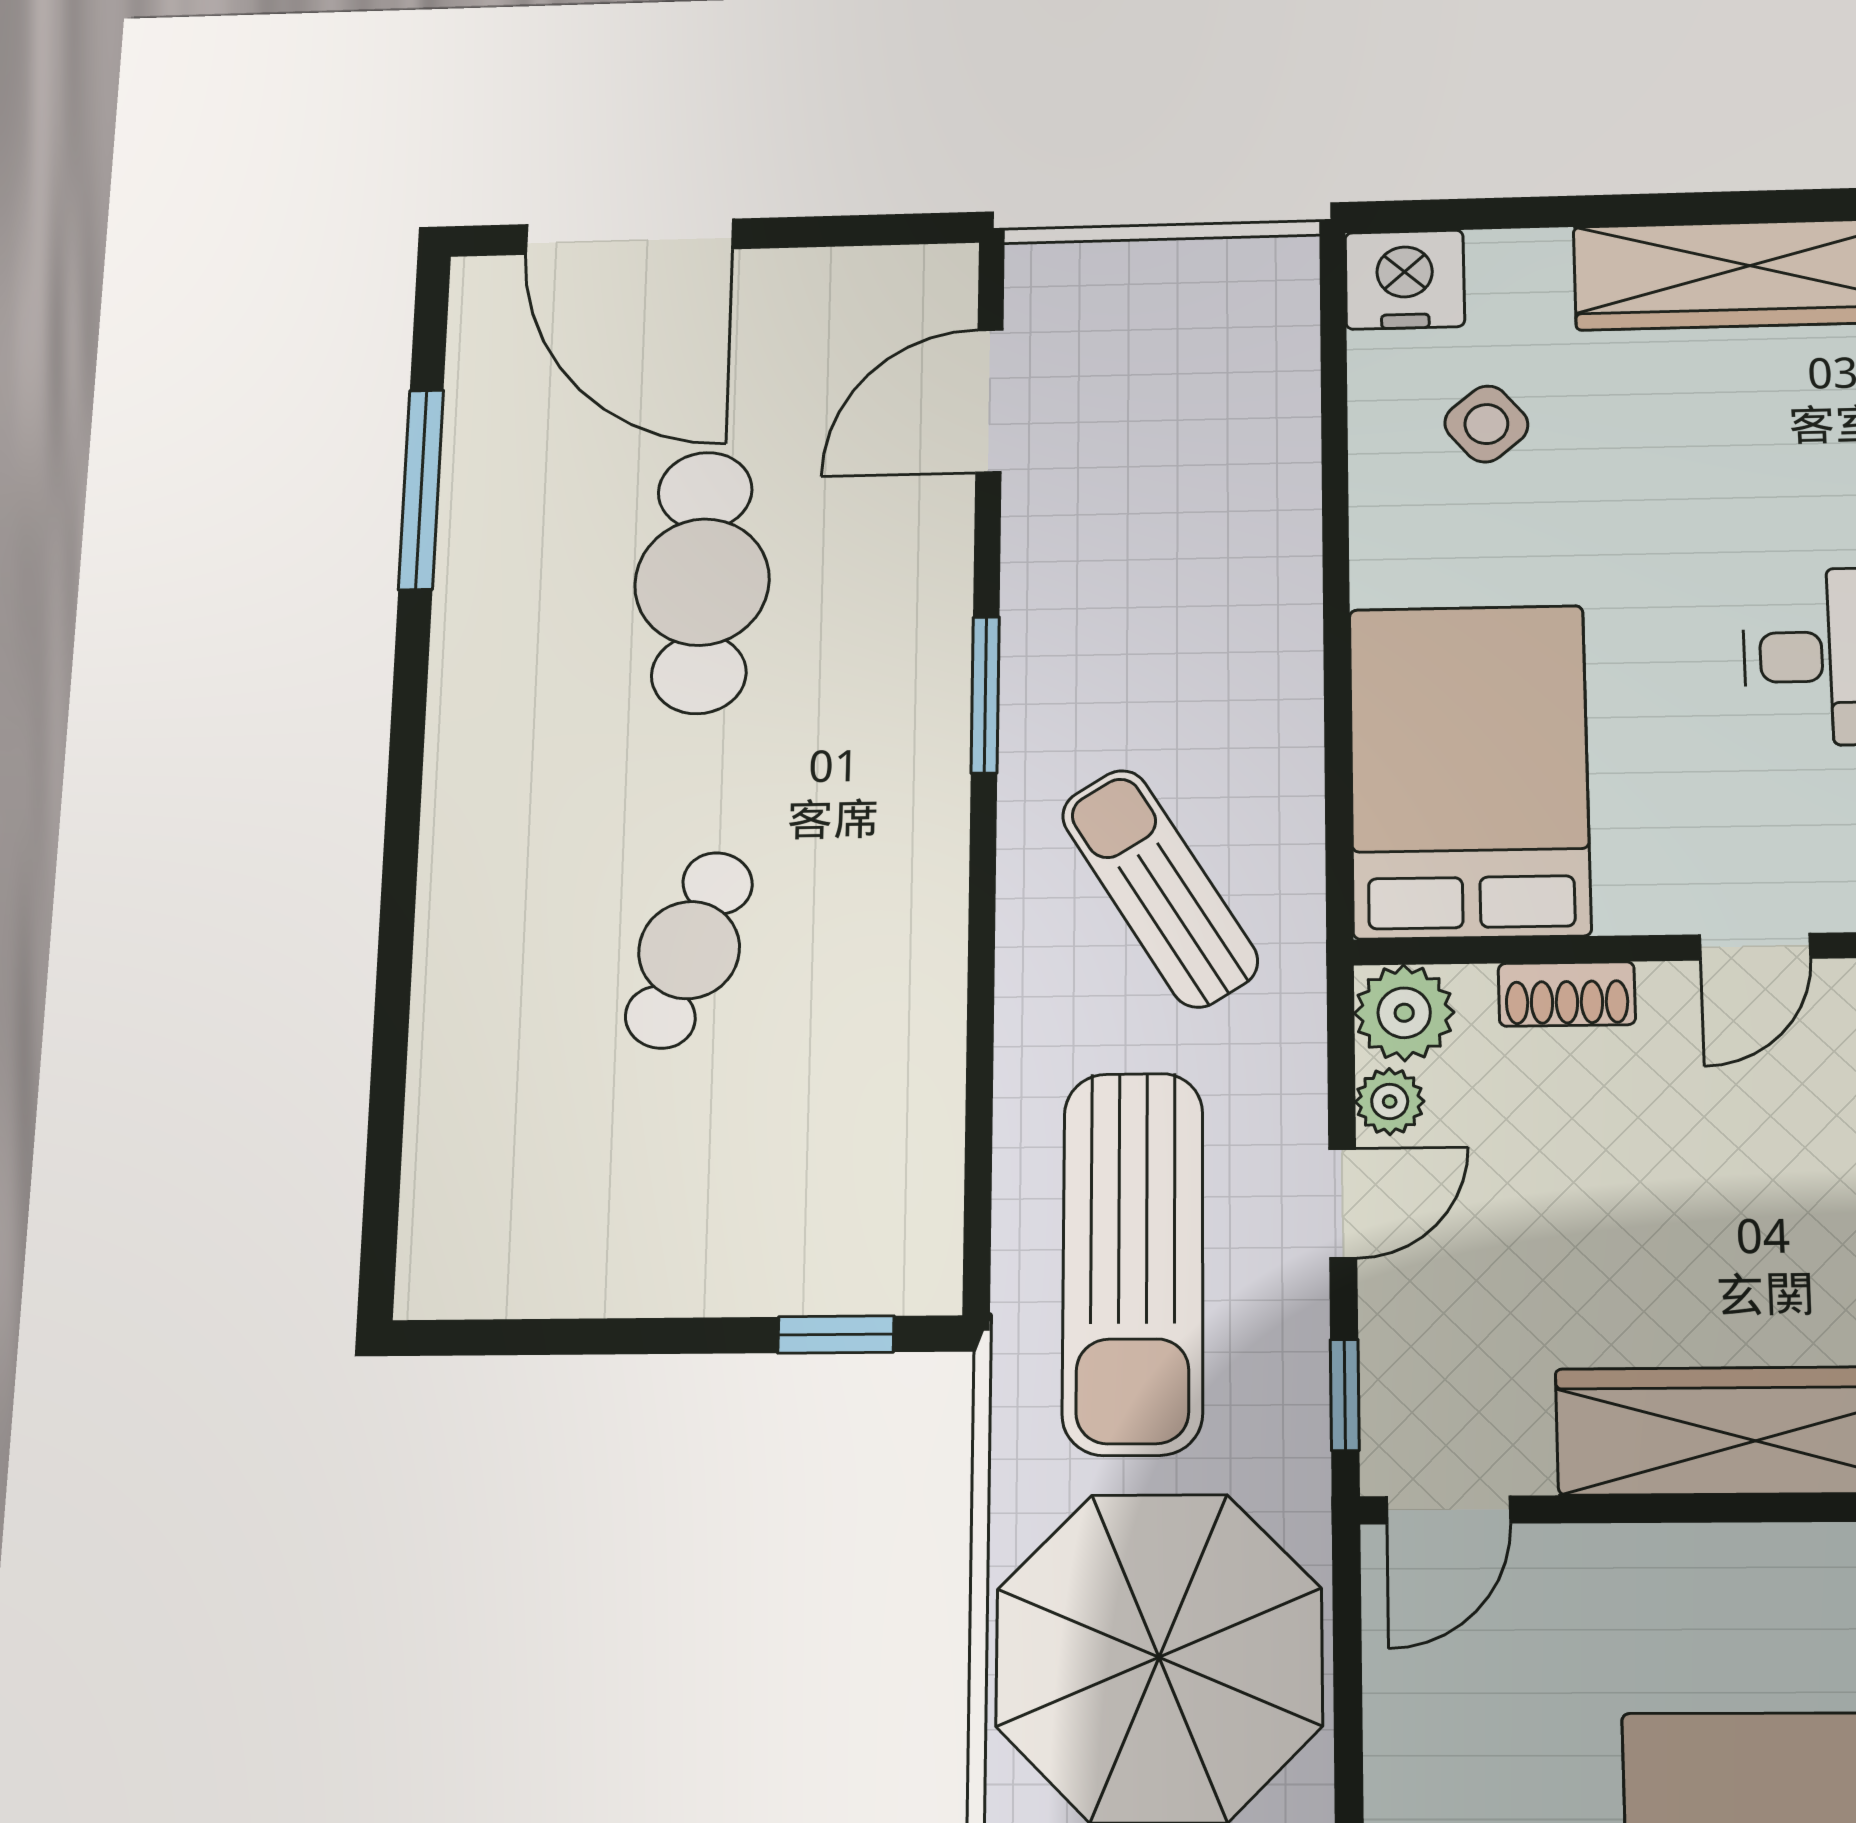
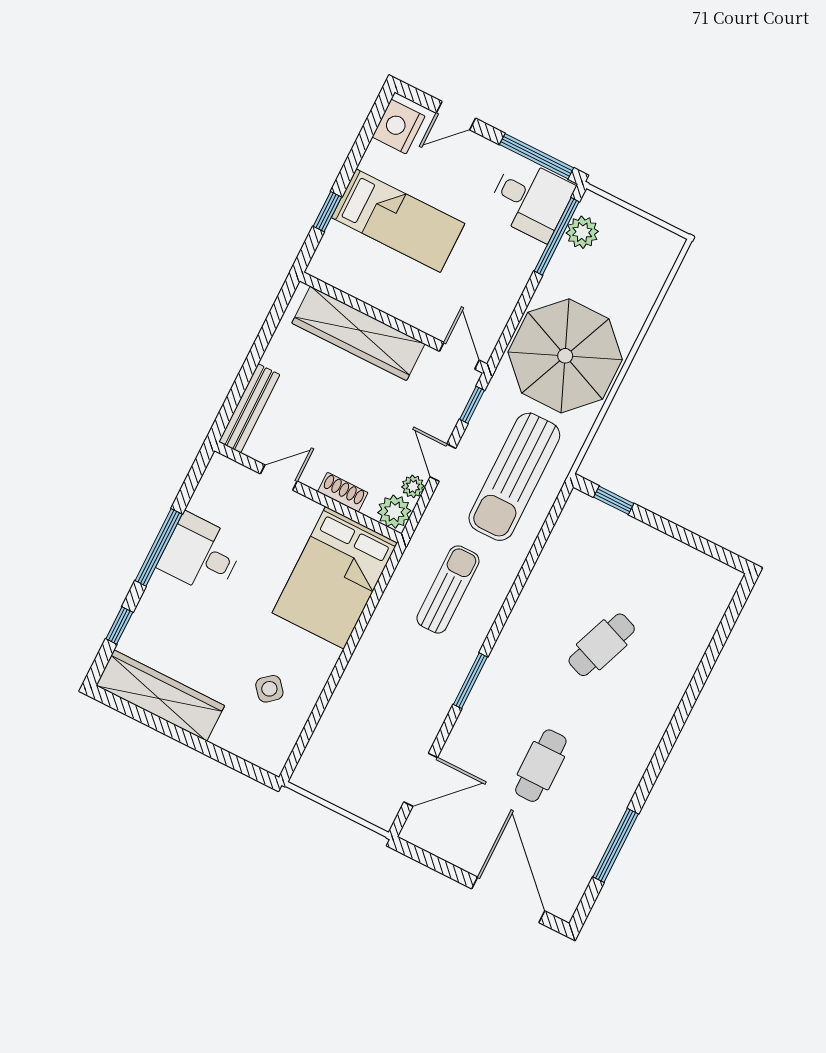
nightstand: (1405, 280) -> (269, 752), removed
cafe table: (702, 582) -> (541, 766), width x0.73, depth x0.74
sun lounger: (1160, 888) -> (448, 589), turned -148
door: (1343, 1203) -> (443, 463), hinge flipped
sun lounger: (1133, 1262) -> (514, 477), turned 180
door: (1448, 1510) -> (459, 356), hinge flipped

